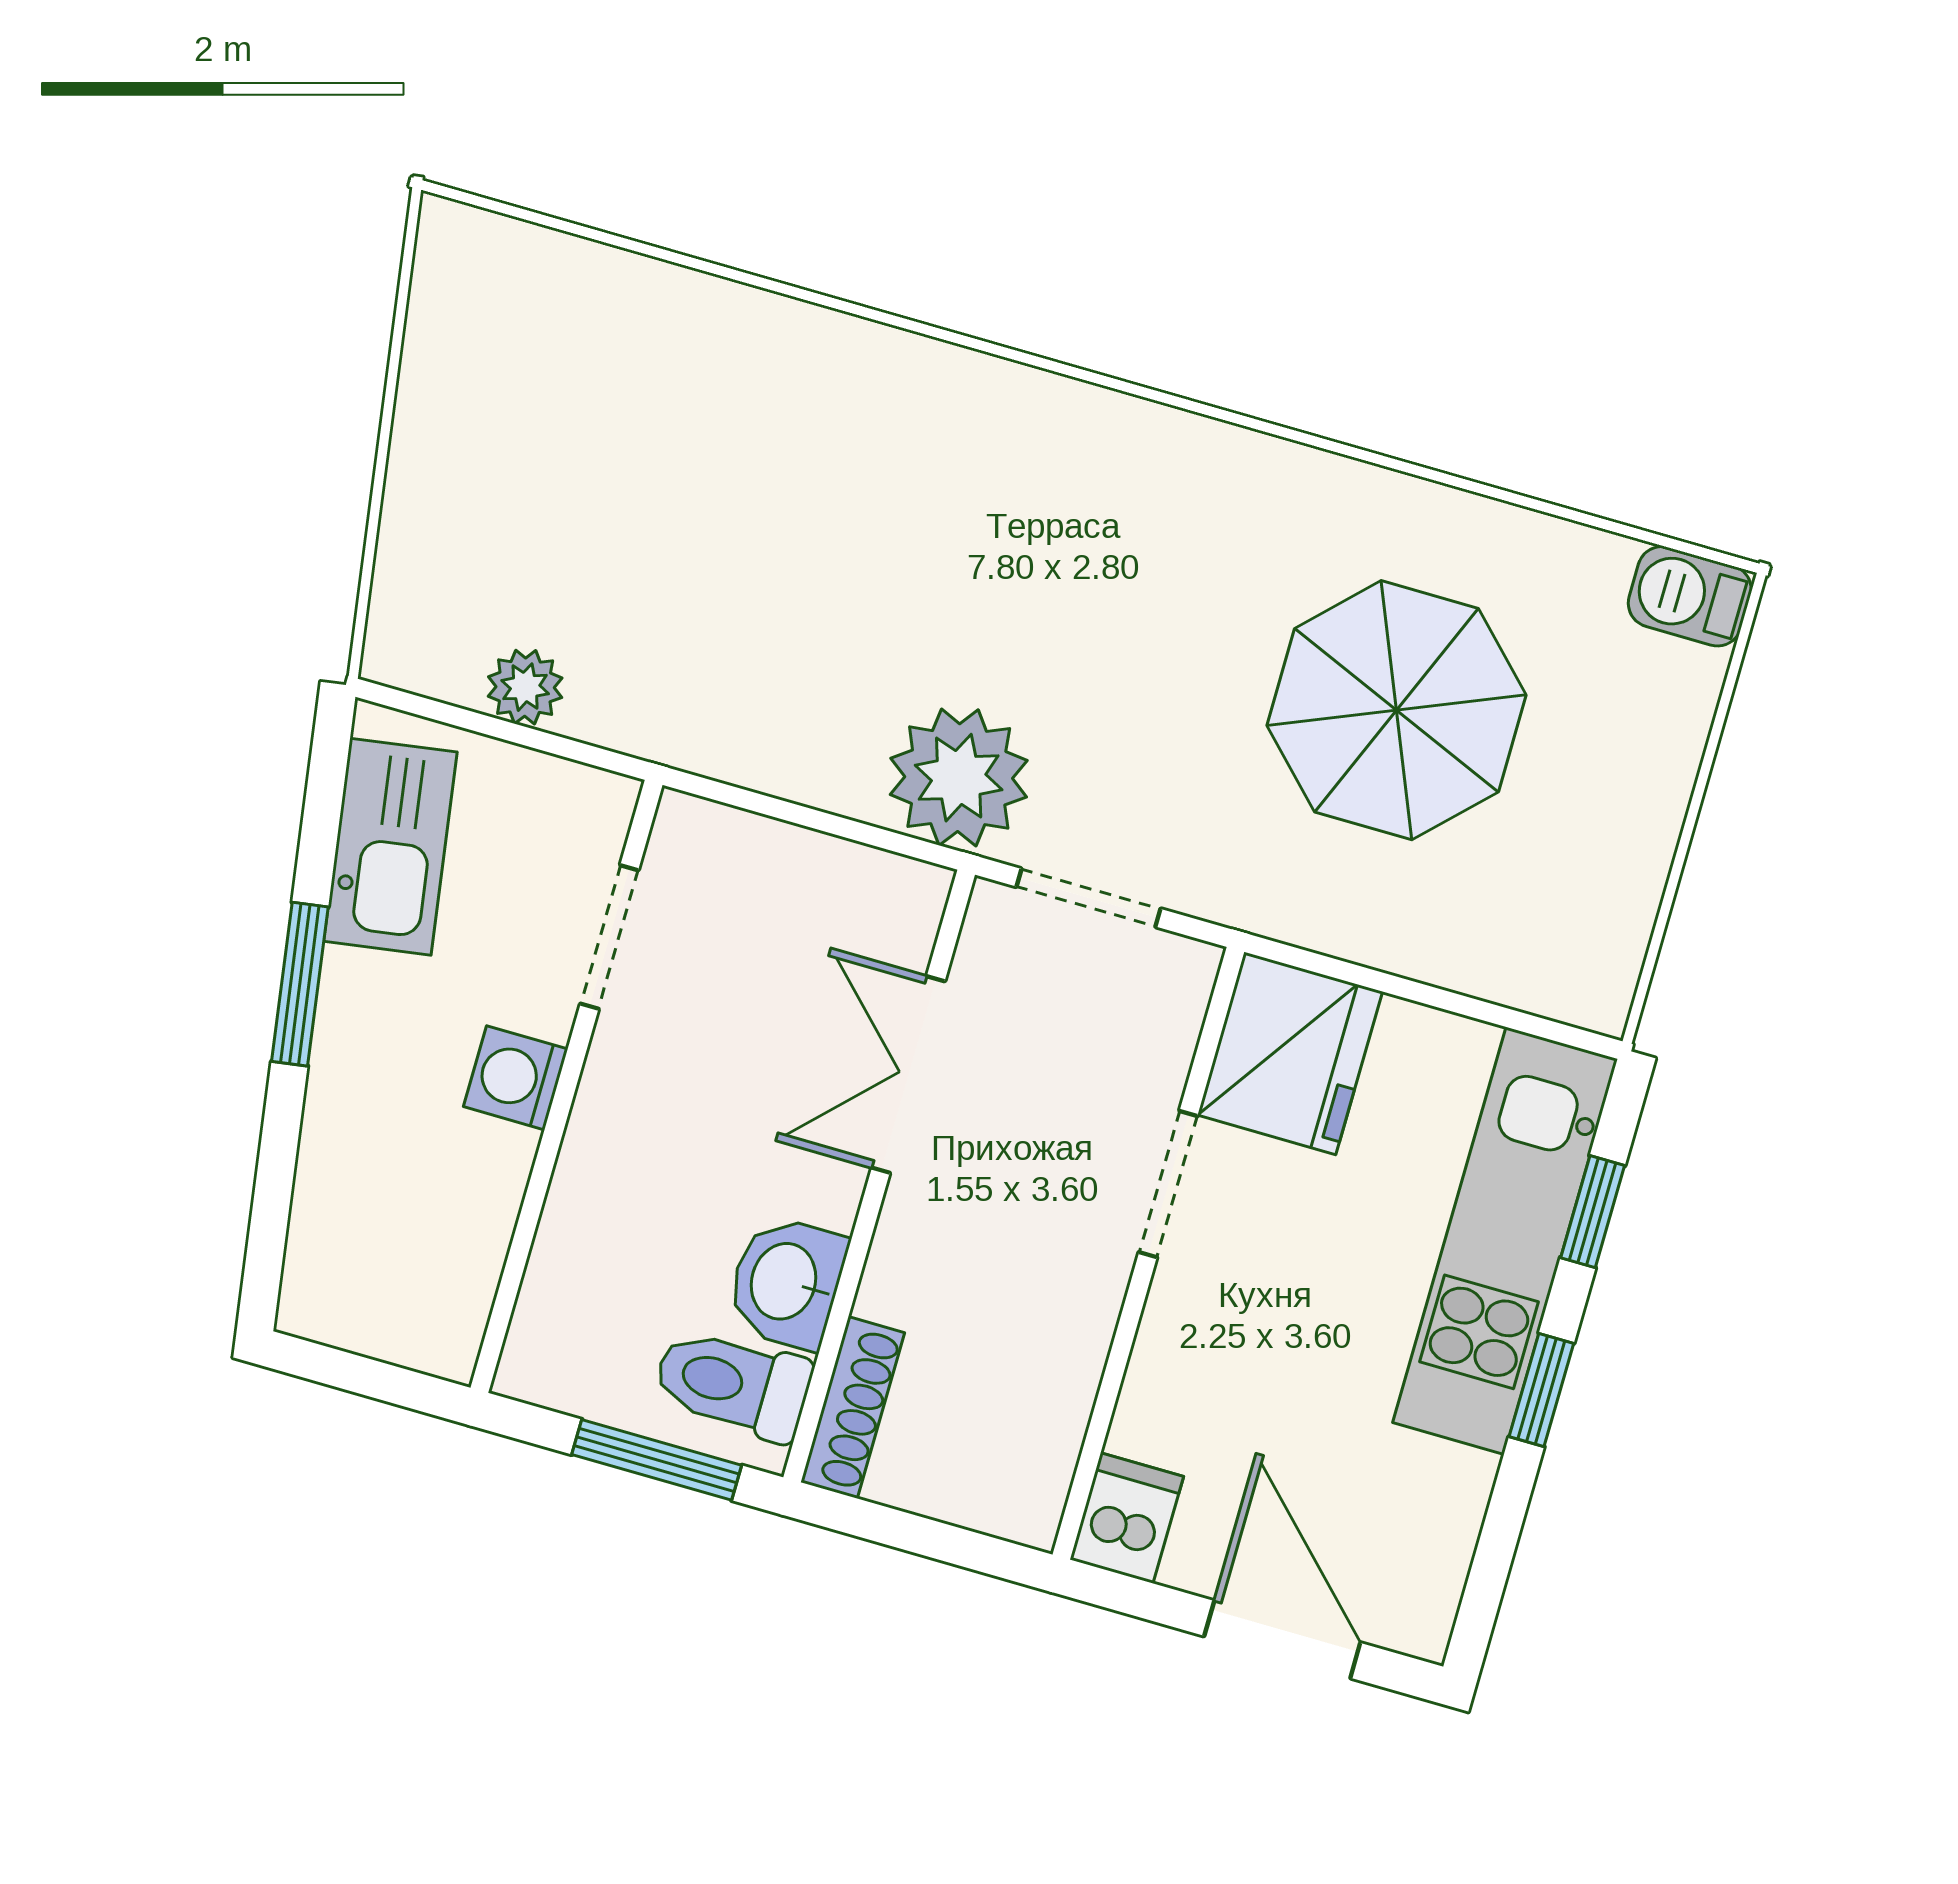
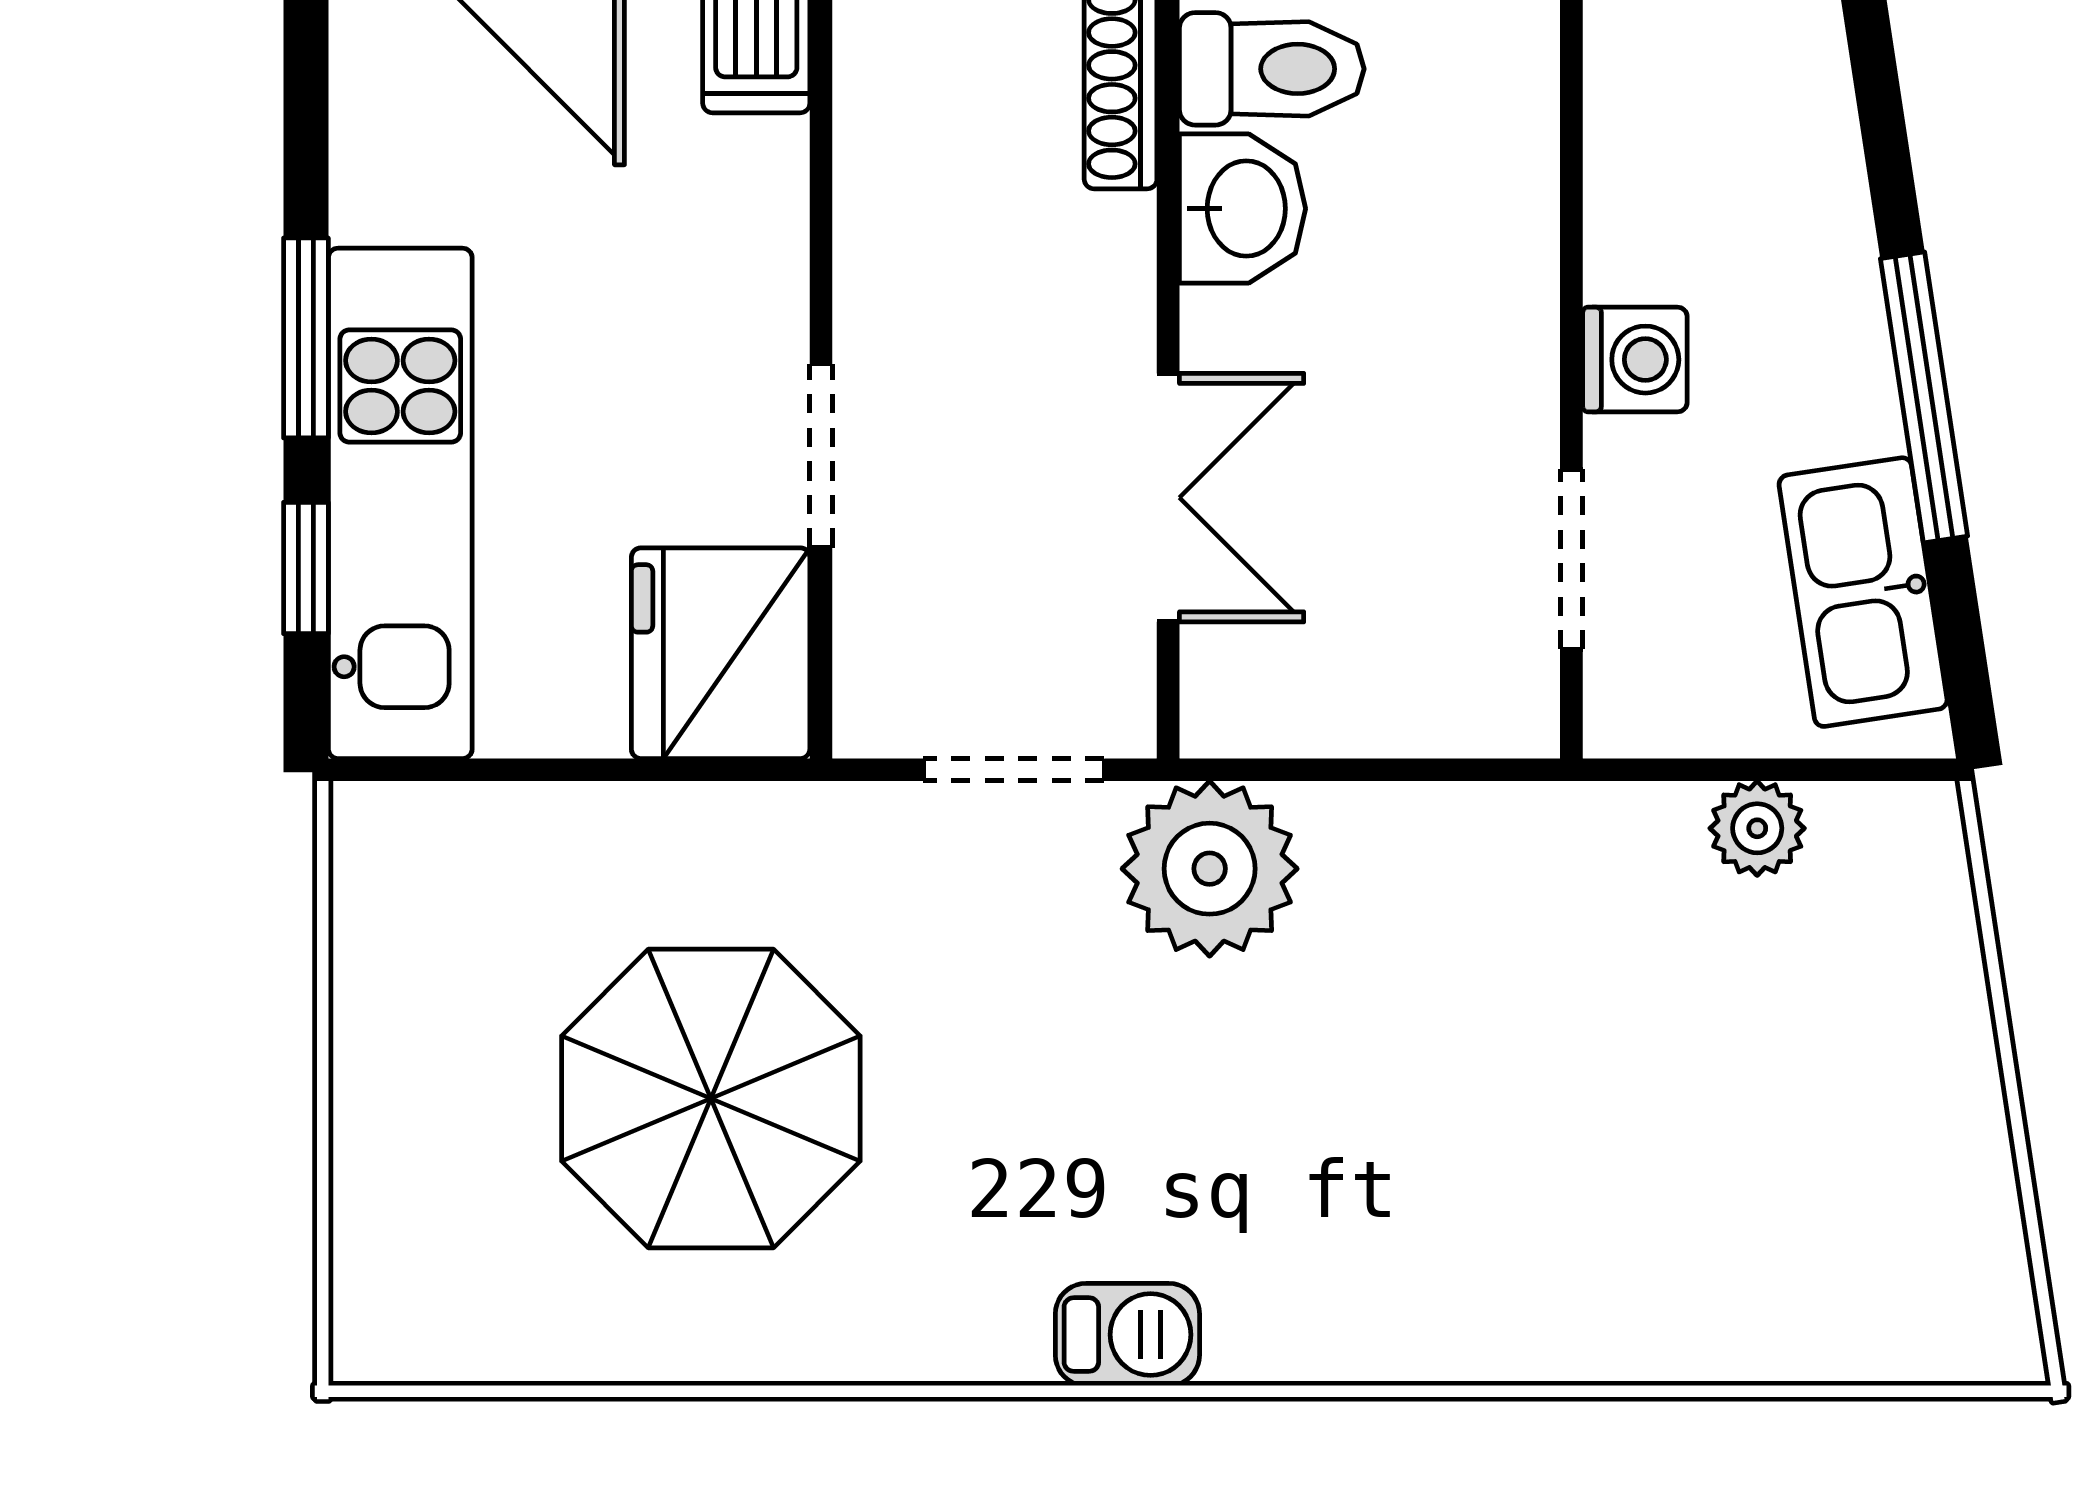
barbecue: (1690, 596) -> (1127, 1335), moved
window: (300, 984) -> (1924, 397), width x1.44
window: (1541, 1390) -> (306, 338), width x1.50

